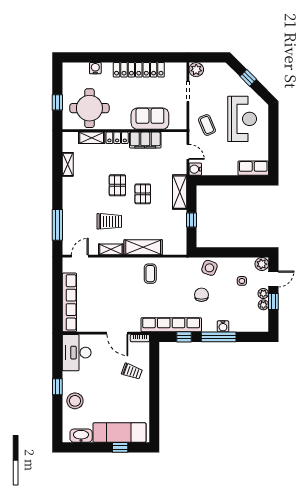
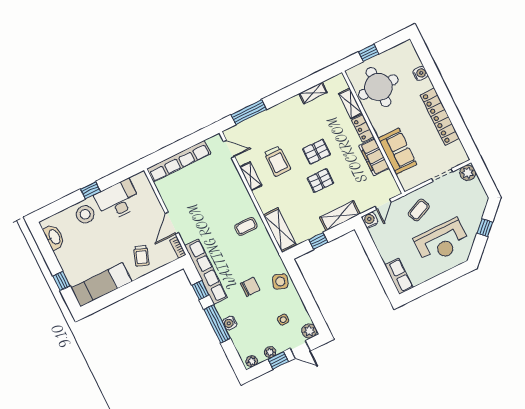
shelving: (143, 247) -> (280, 230), moved
plant: (263, 294) -> (252, 361), moved
desk: (77, 353) -> (118, 200), moved
exam couch: (119, 433) -> (101, 285), moved, turned -90

